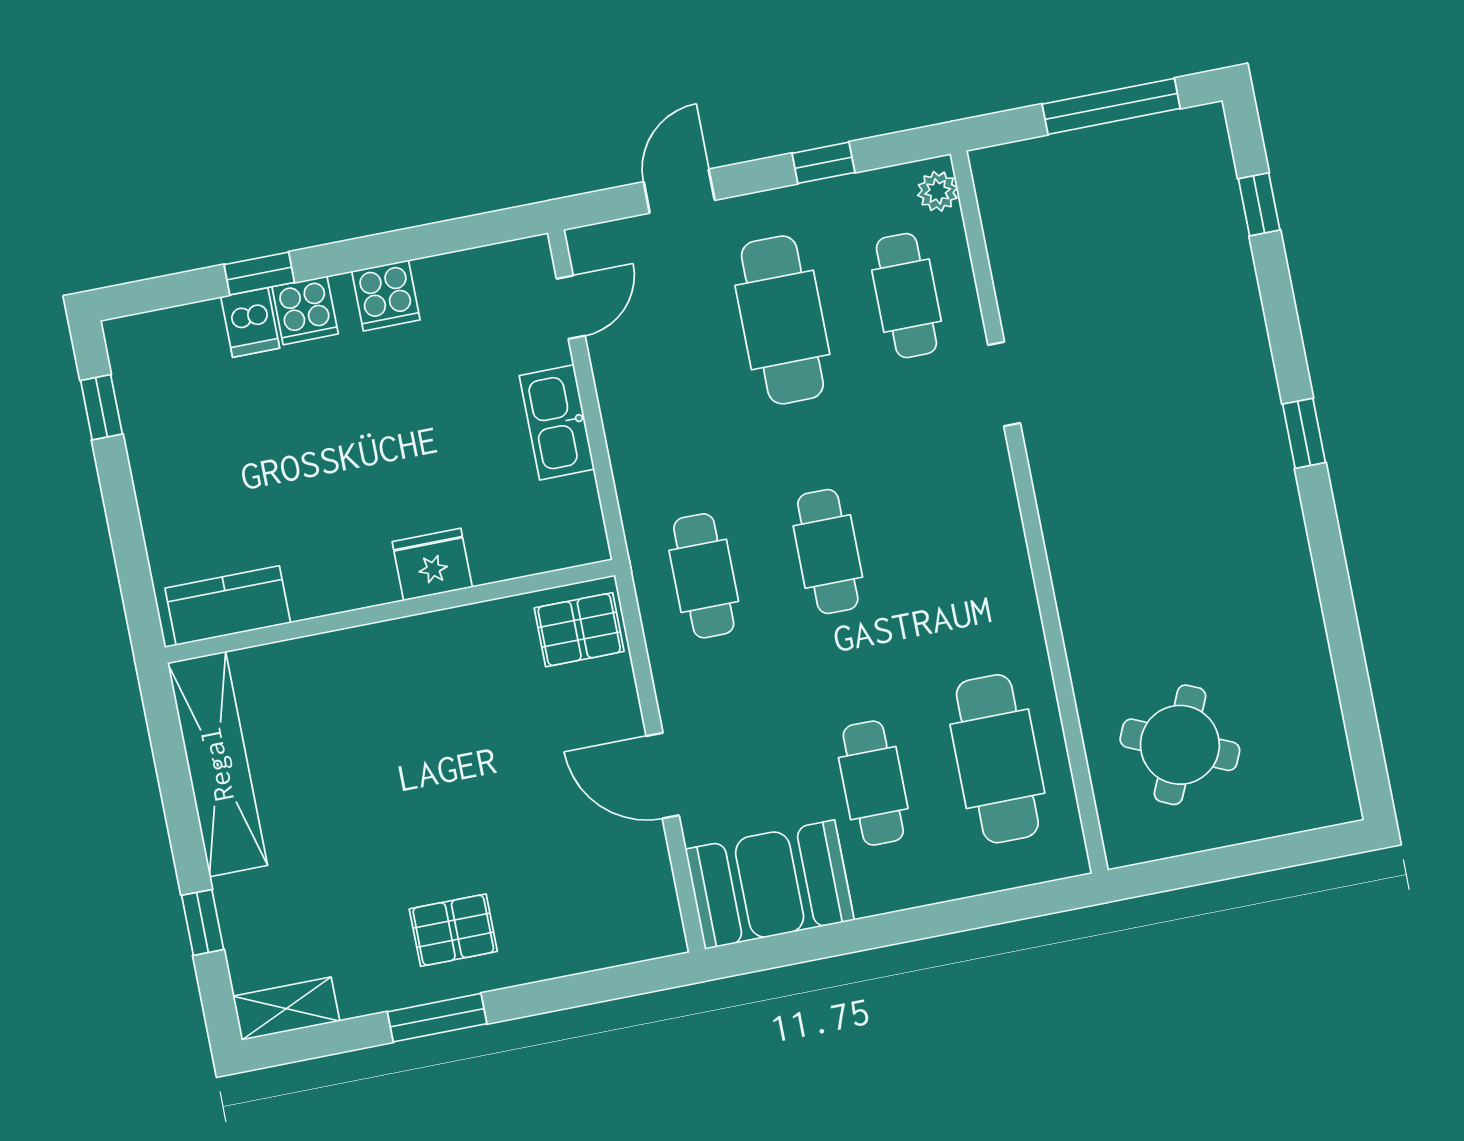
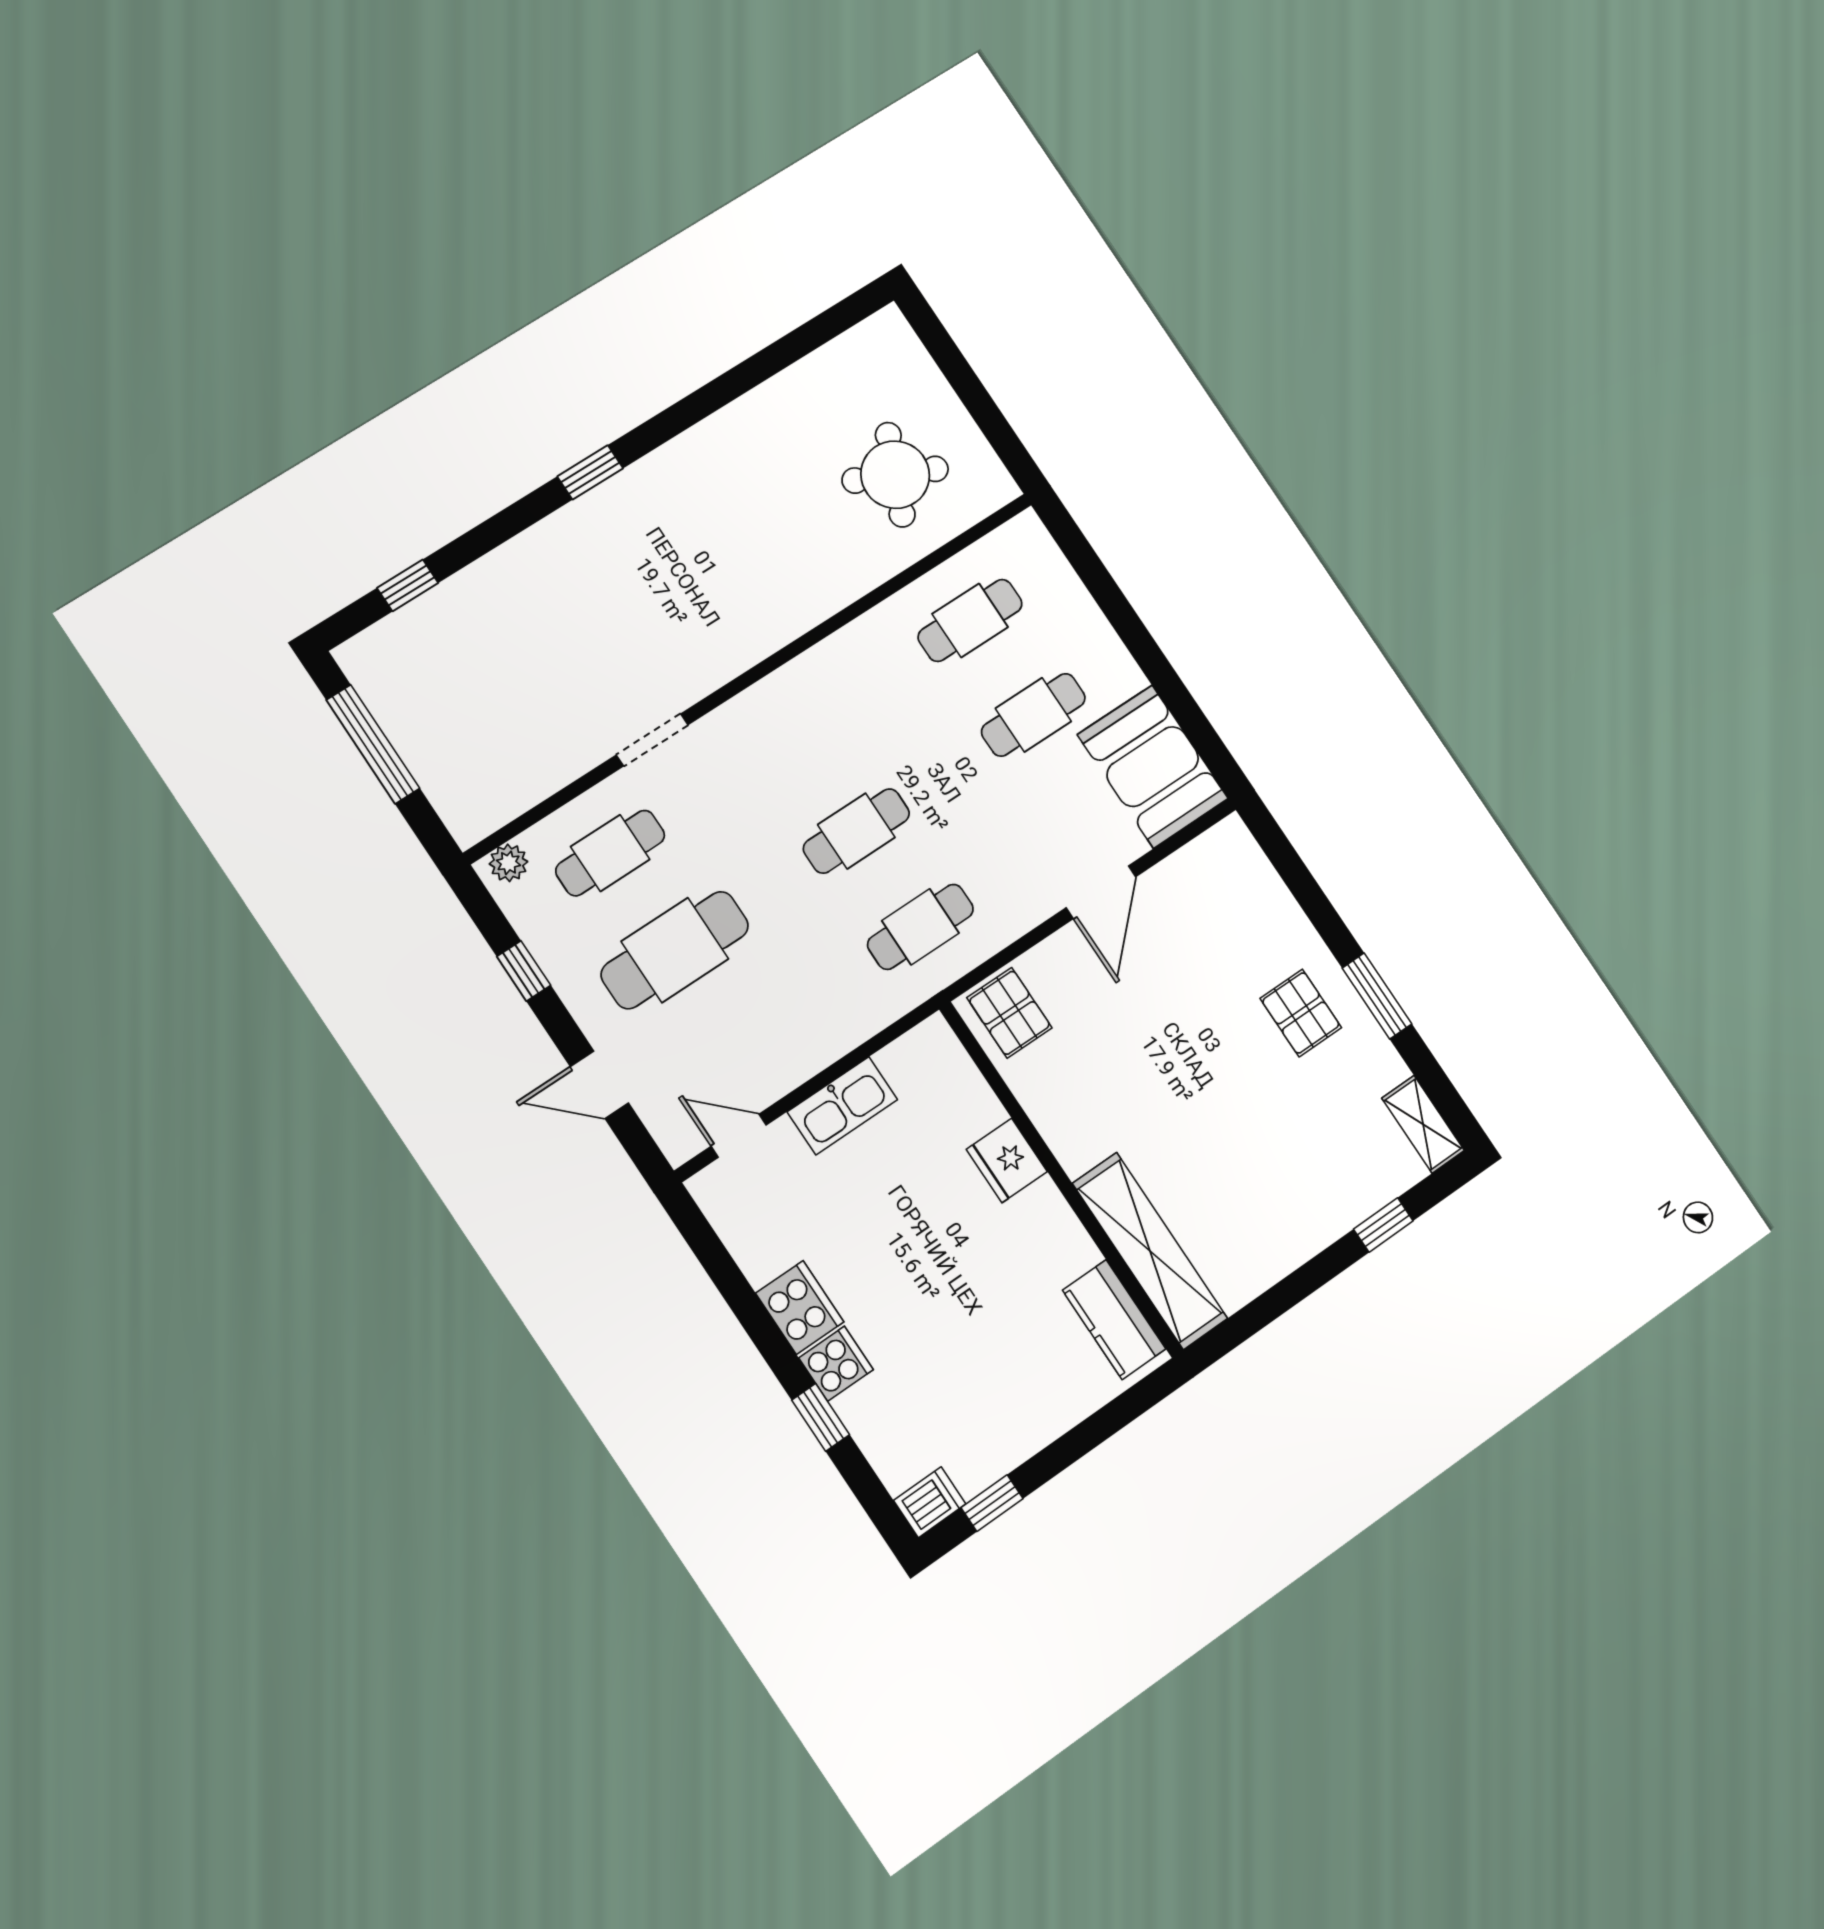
cooker: (386, 295) -> (800, 1307), width x1.36
dishwasher: (250, 322) -> (930, 1502), moved
cafe table: (997, 759) -> (970, 620), width x0.73, depth x0.74
shelving: (217, 764) -> (1150, 1251), moved, turned 90

